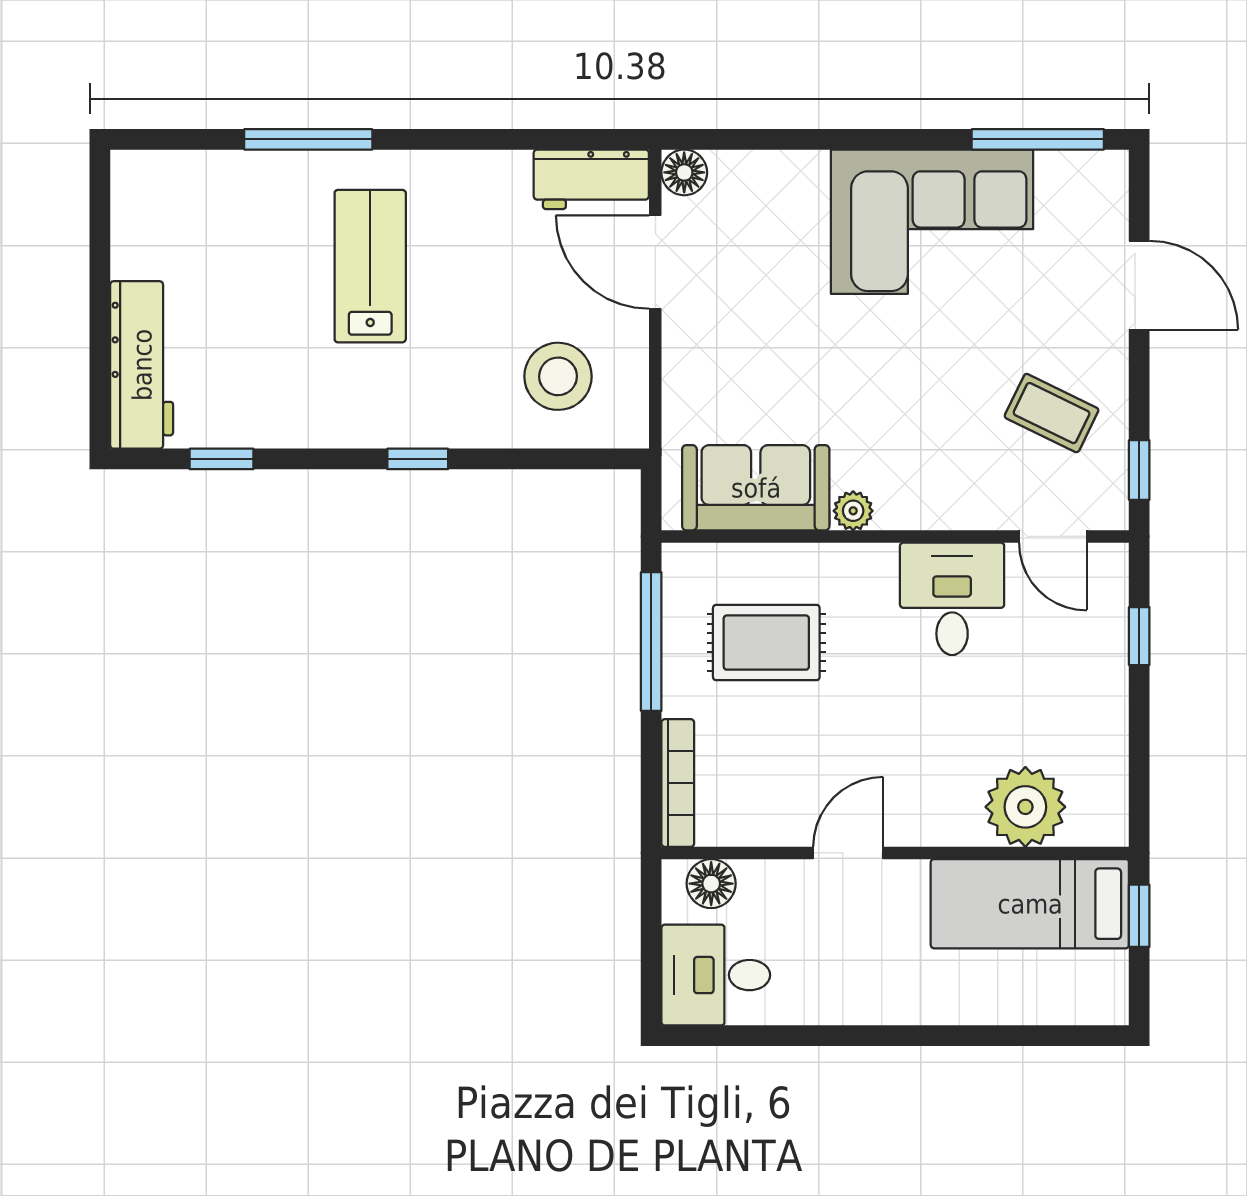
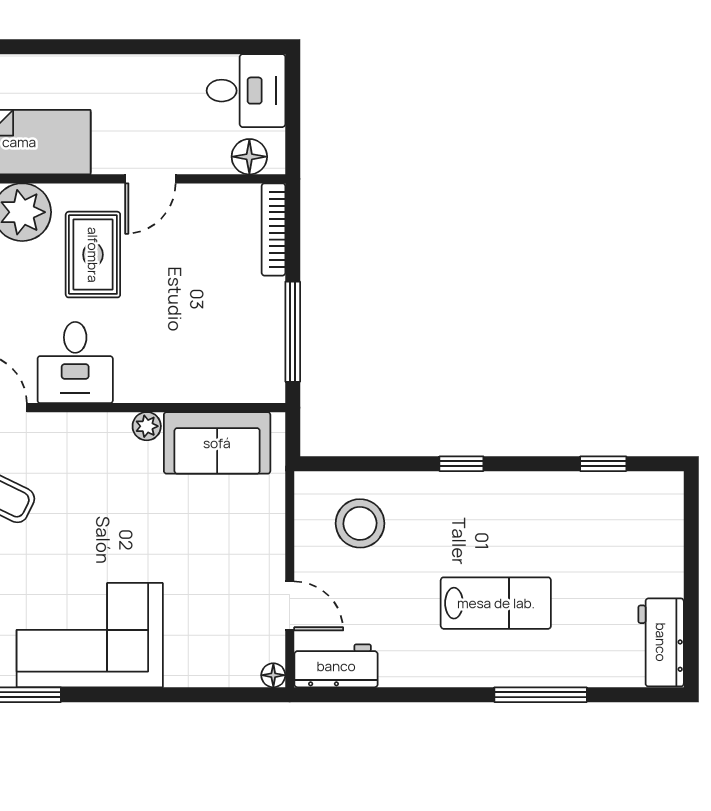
floor lamp: (684, 172) -> (273, 675), width x0.73, depth x0.73
door: (655, 262) -> (290, 606), width x0.73
lab bench: (370, 266) -> (496, 603), turned -90
workbench: (142, 365) -> (661, 642), moved, width x0.73
rug: (766, 643) -> (93, 255), moved, turned 90

